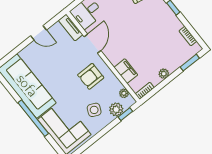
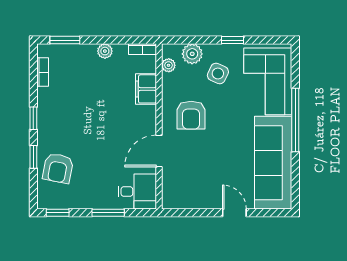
tv unit: (71, 27) -> (169, 190), removed
door: (38, 33) -> (234, 213), moved
armchair: (91, 76) -> (191, 115), turned 90
window: (125, 114) -> (232, 40), moved

